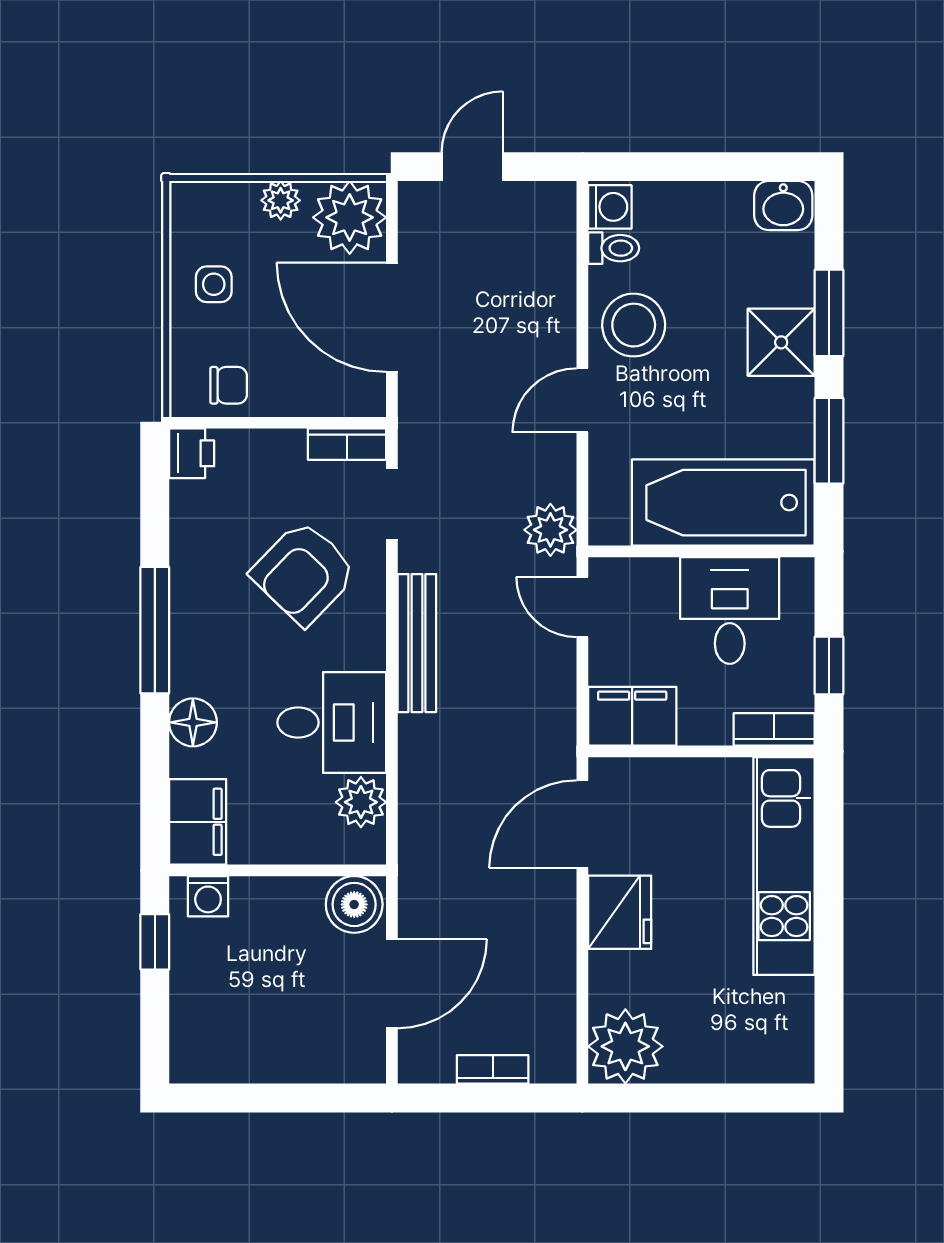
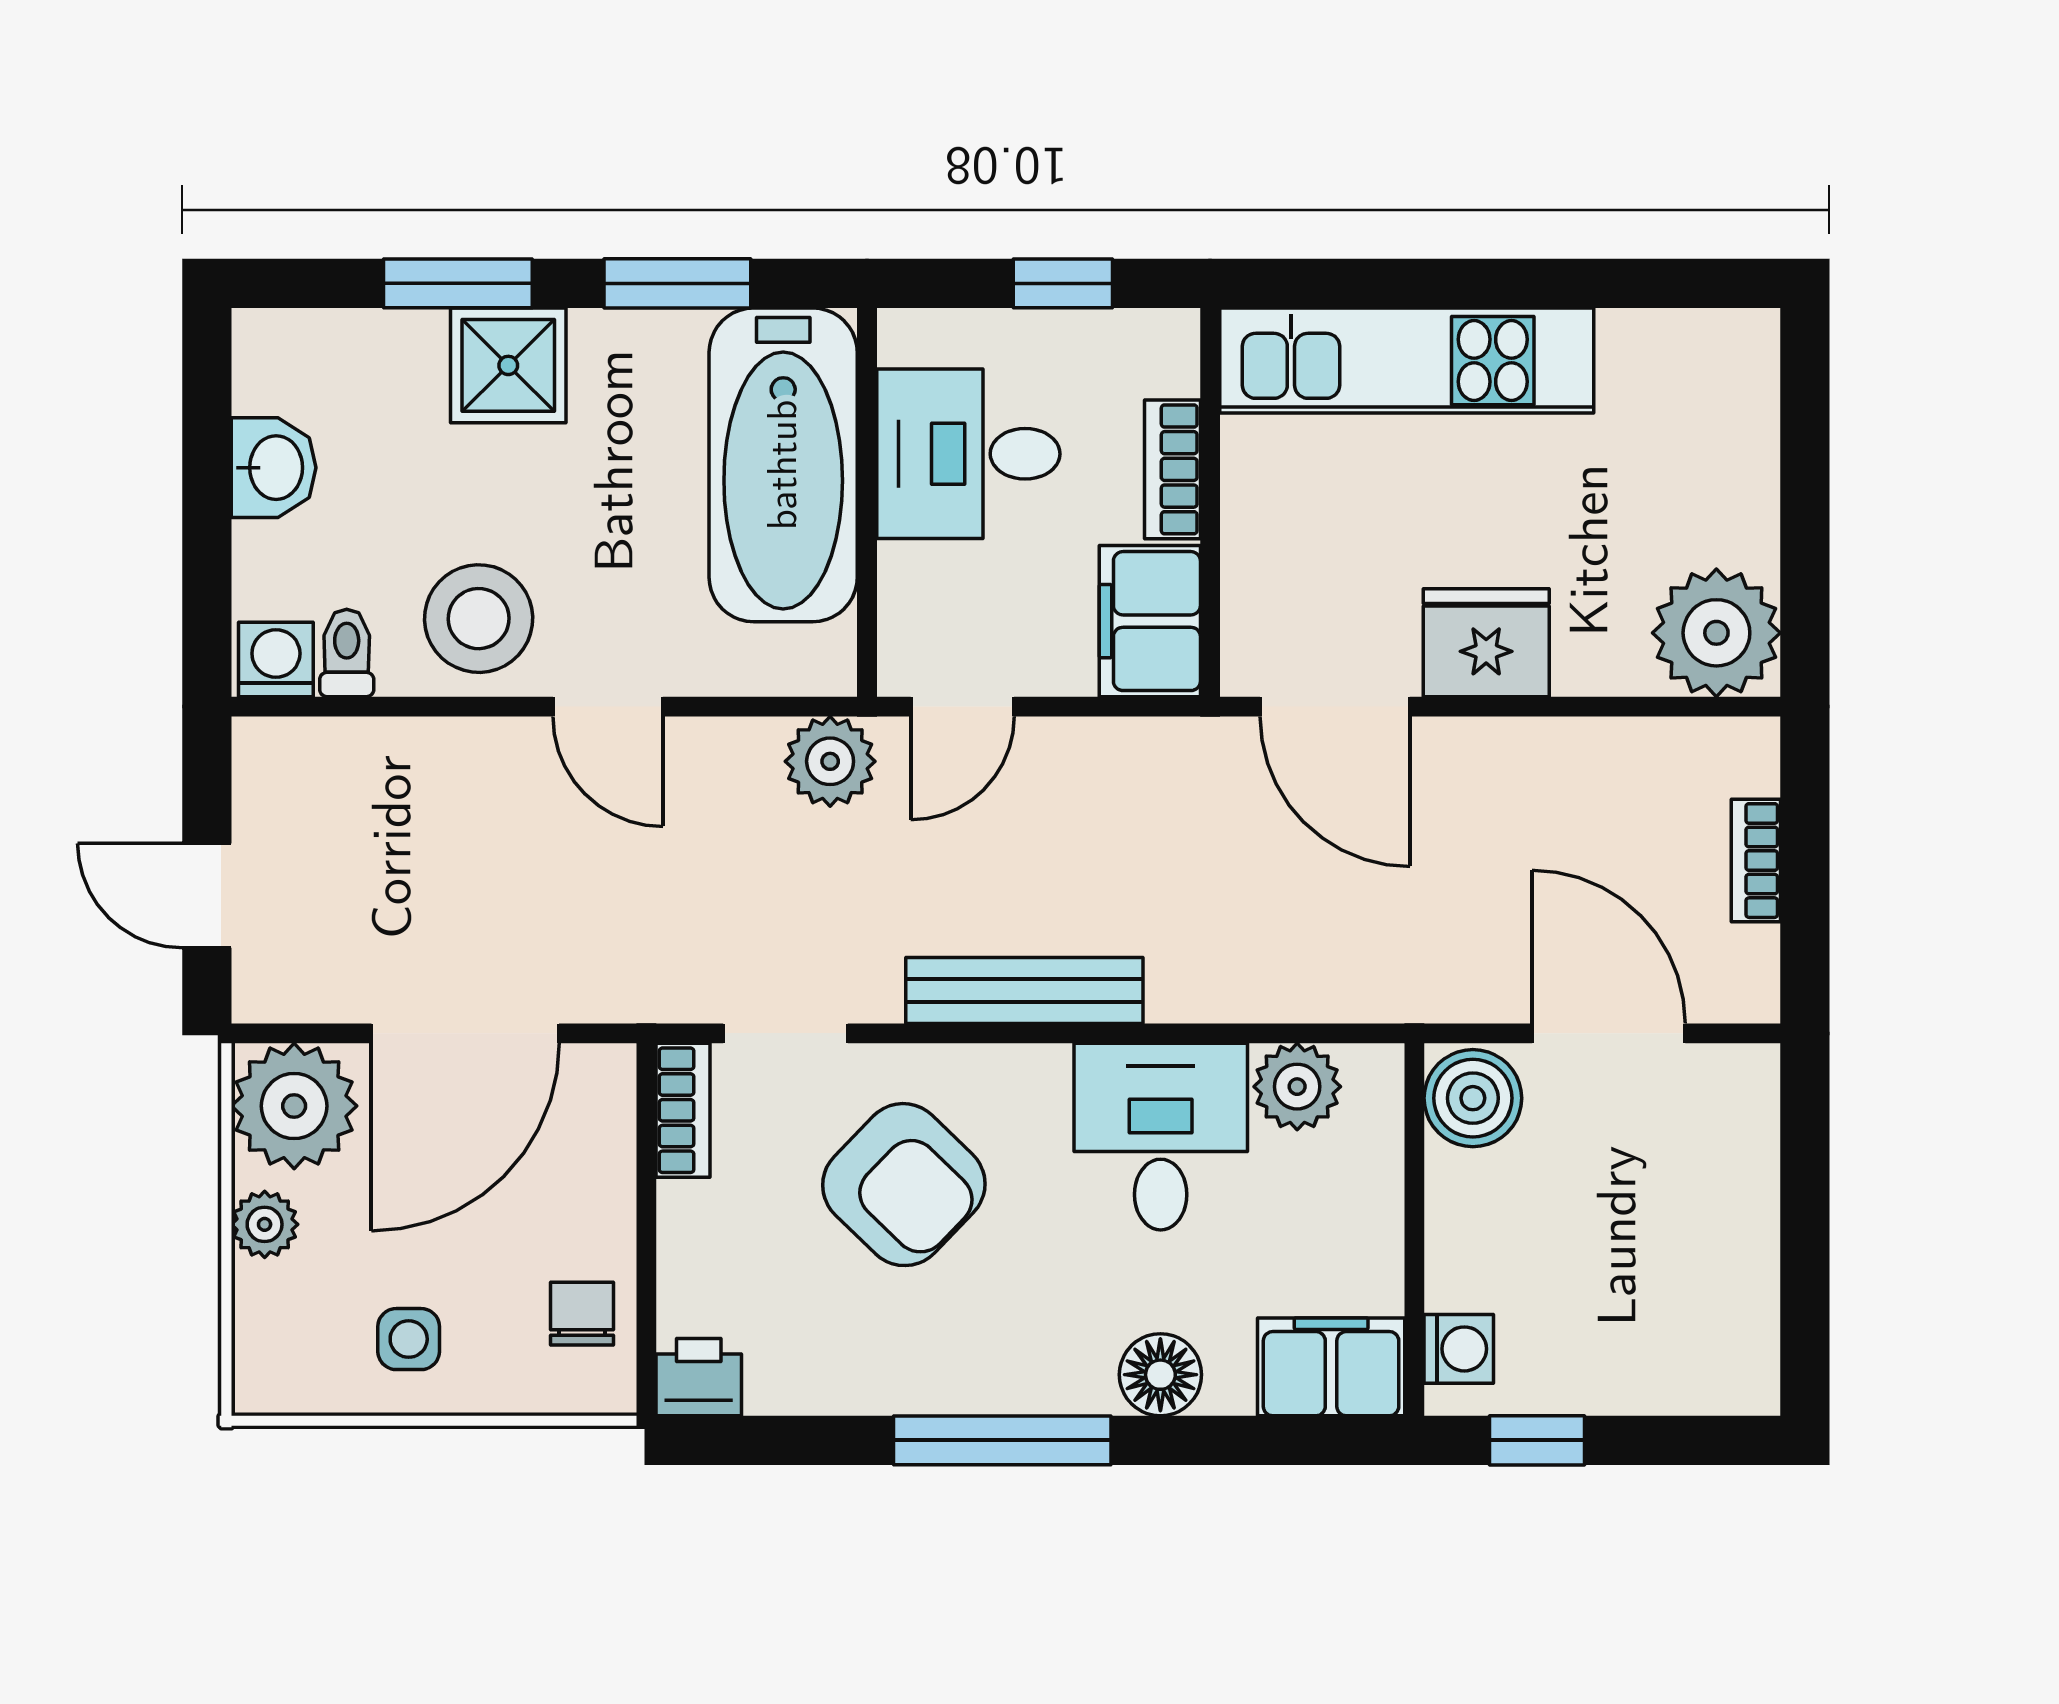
washbasin: (783, 206) -> (274, 468), moved
bookcase: (774, 729) -> (1173, 469), moved

